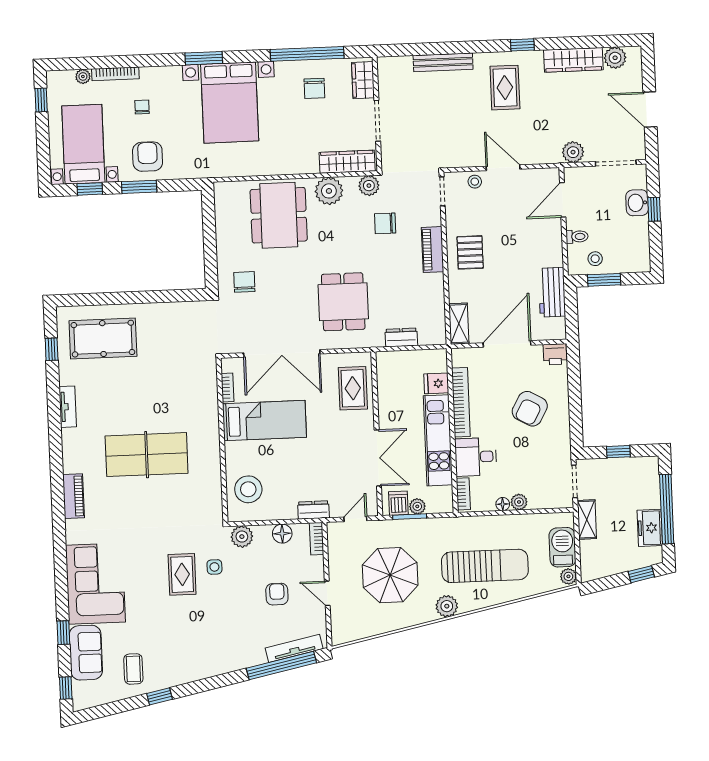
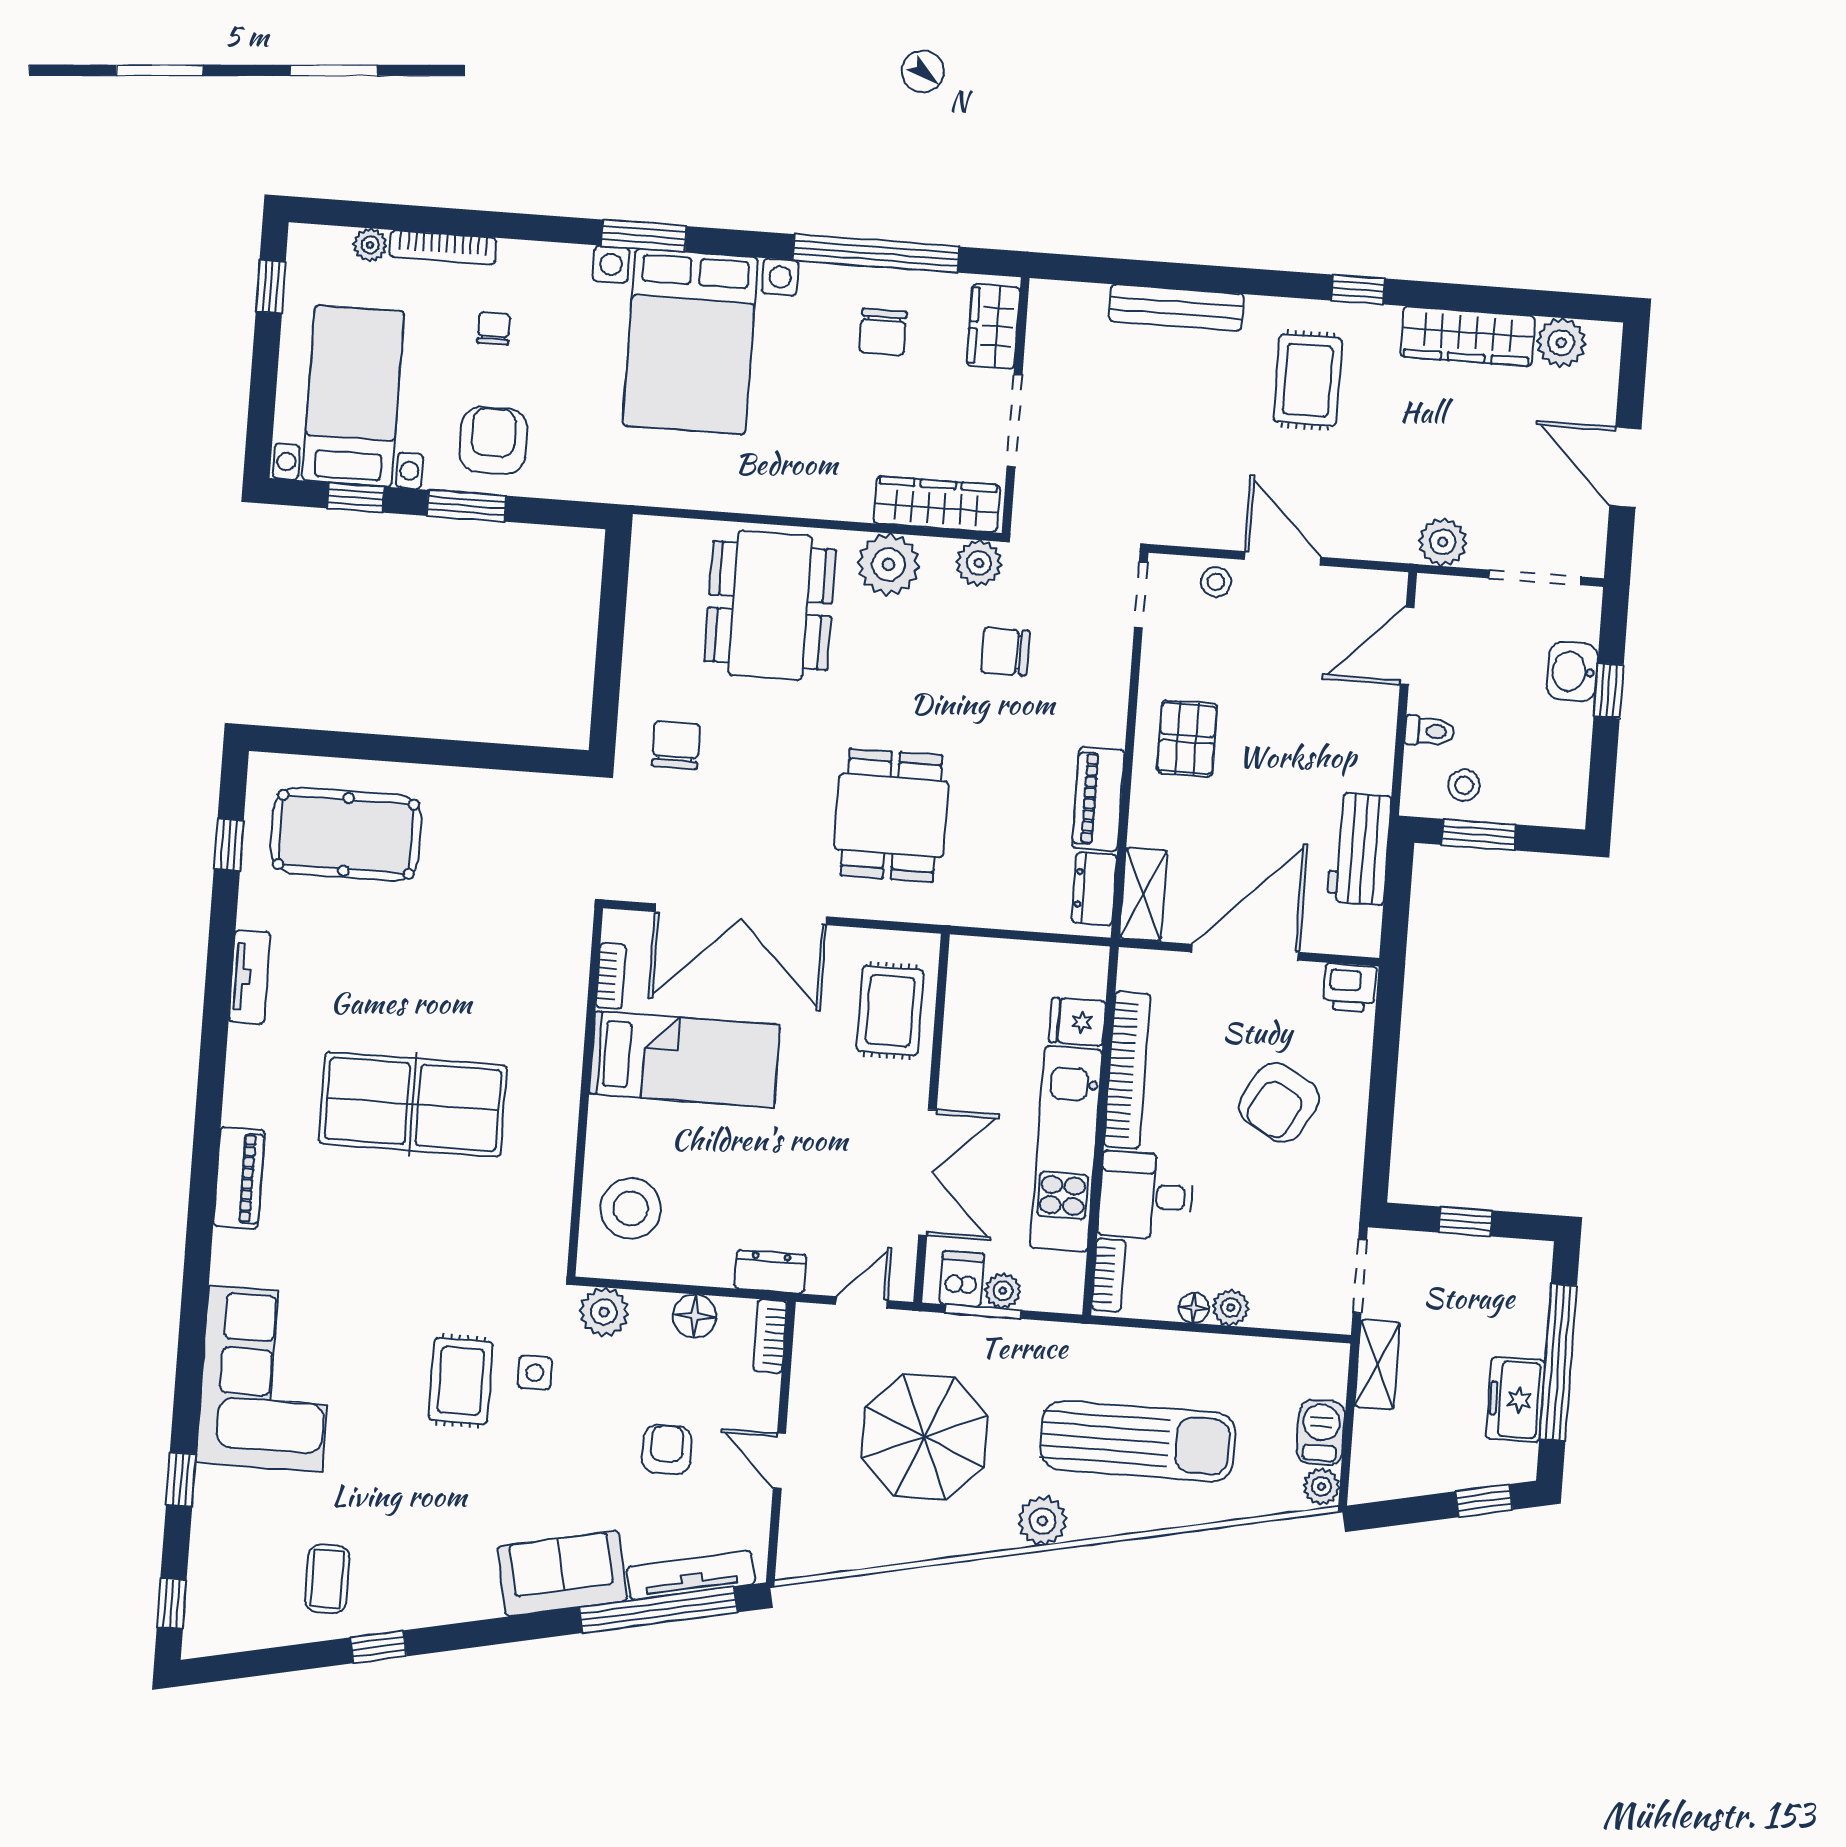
piano: (433, 250) -> (1098, 799), moved
dresser: (401, 337) -> (1094, 889), moved, turned -90
barbecue: (562, 547) -> (1321, 1432), width x0.73, depth x0.79
sofa: (86, 653) -> (562, 1574), moved, turned -102

